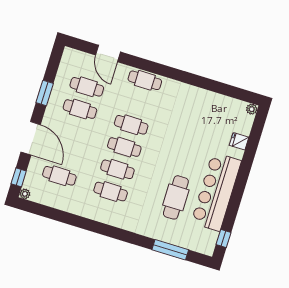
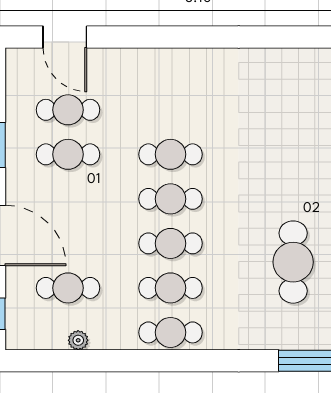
door: (108, 53) -> (65, 37), moved
cafe table: (145, 80) -> (170, 332), moved
plant: (25, 194) -> (78, 340), moved

